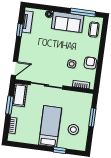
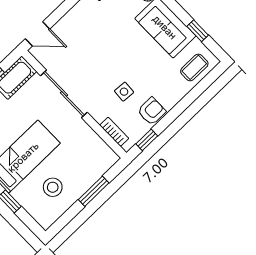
window: (83, 13) -> (198, 31), width x0.46
window: (98, 77) -> (147, 140), added

